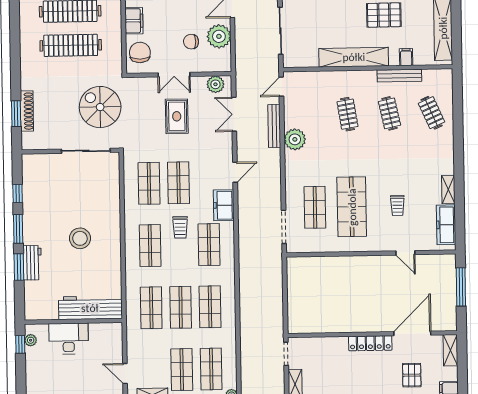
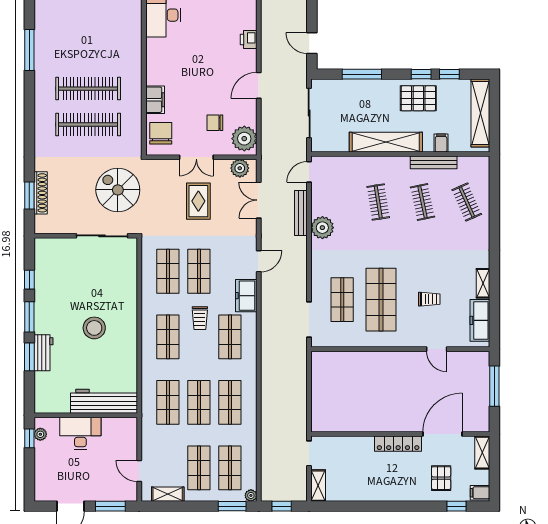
plant: (219, 36) -> (244, 139), moved
trolley: (397, 205) -> (429, 299), turned -90

